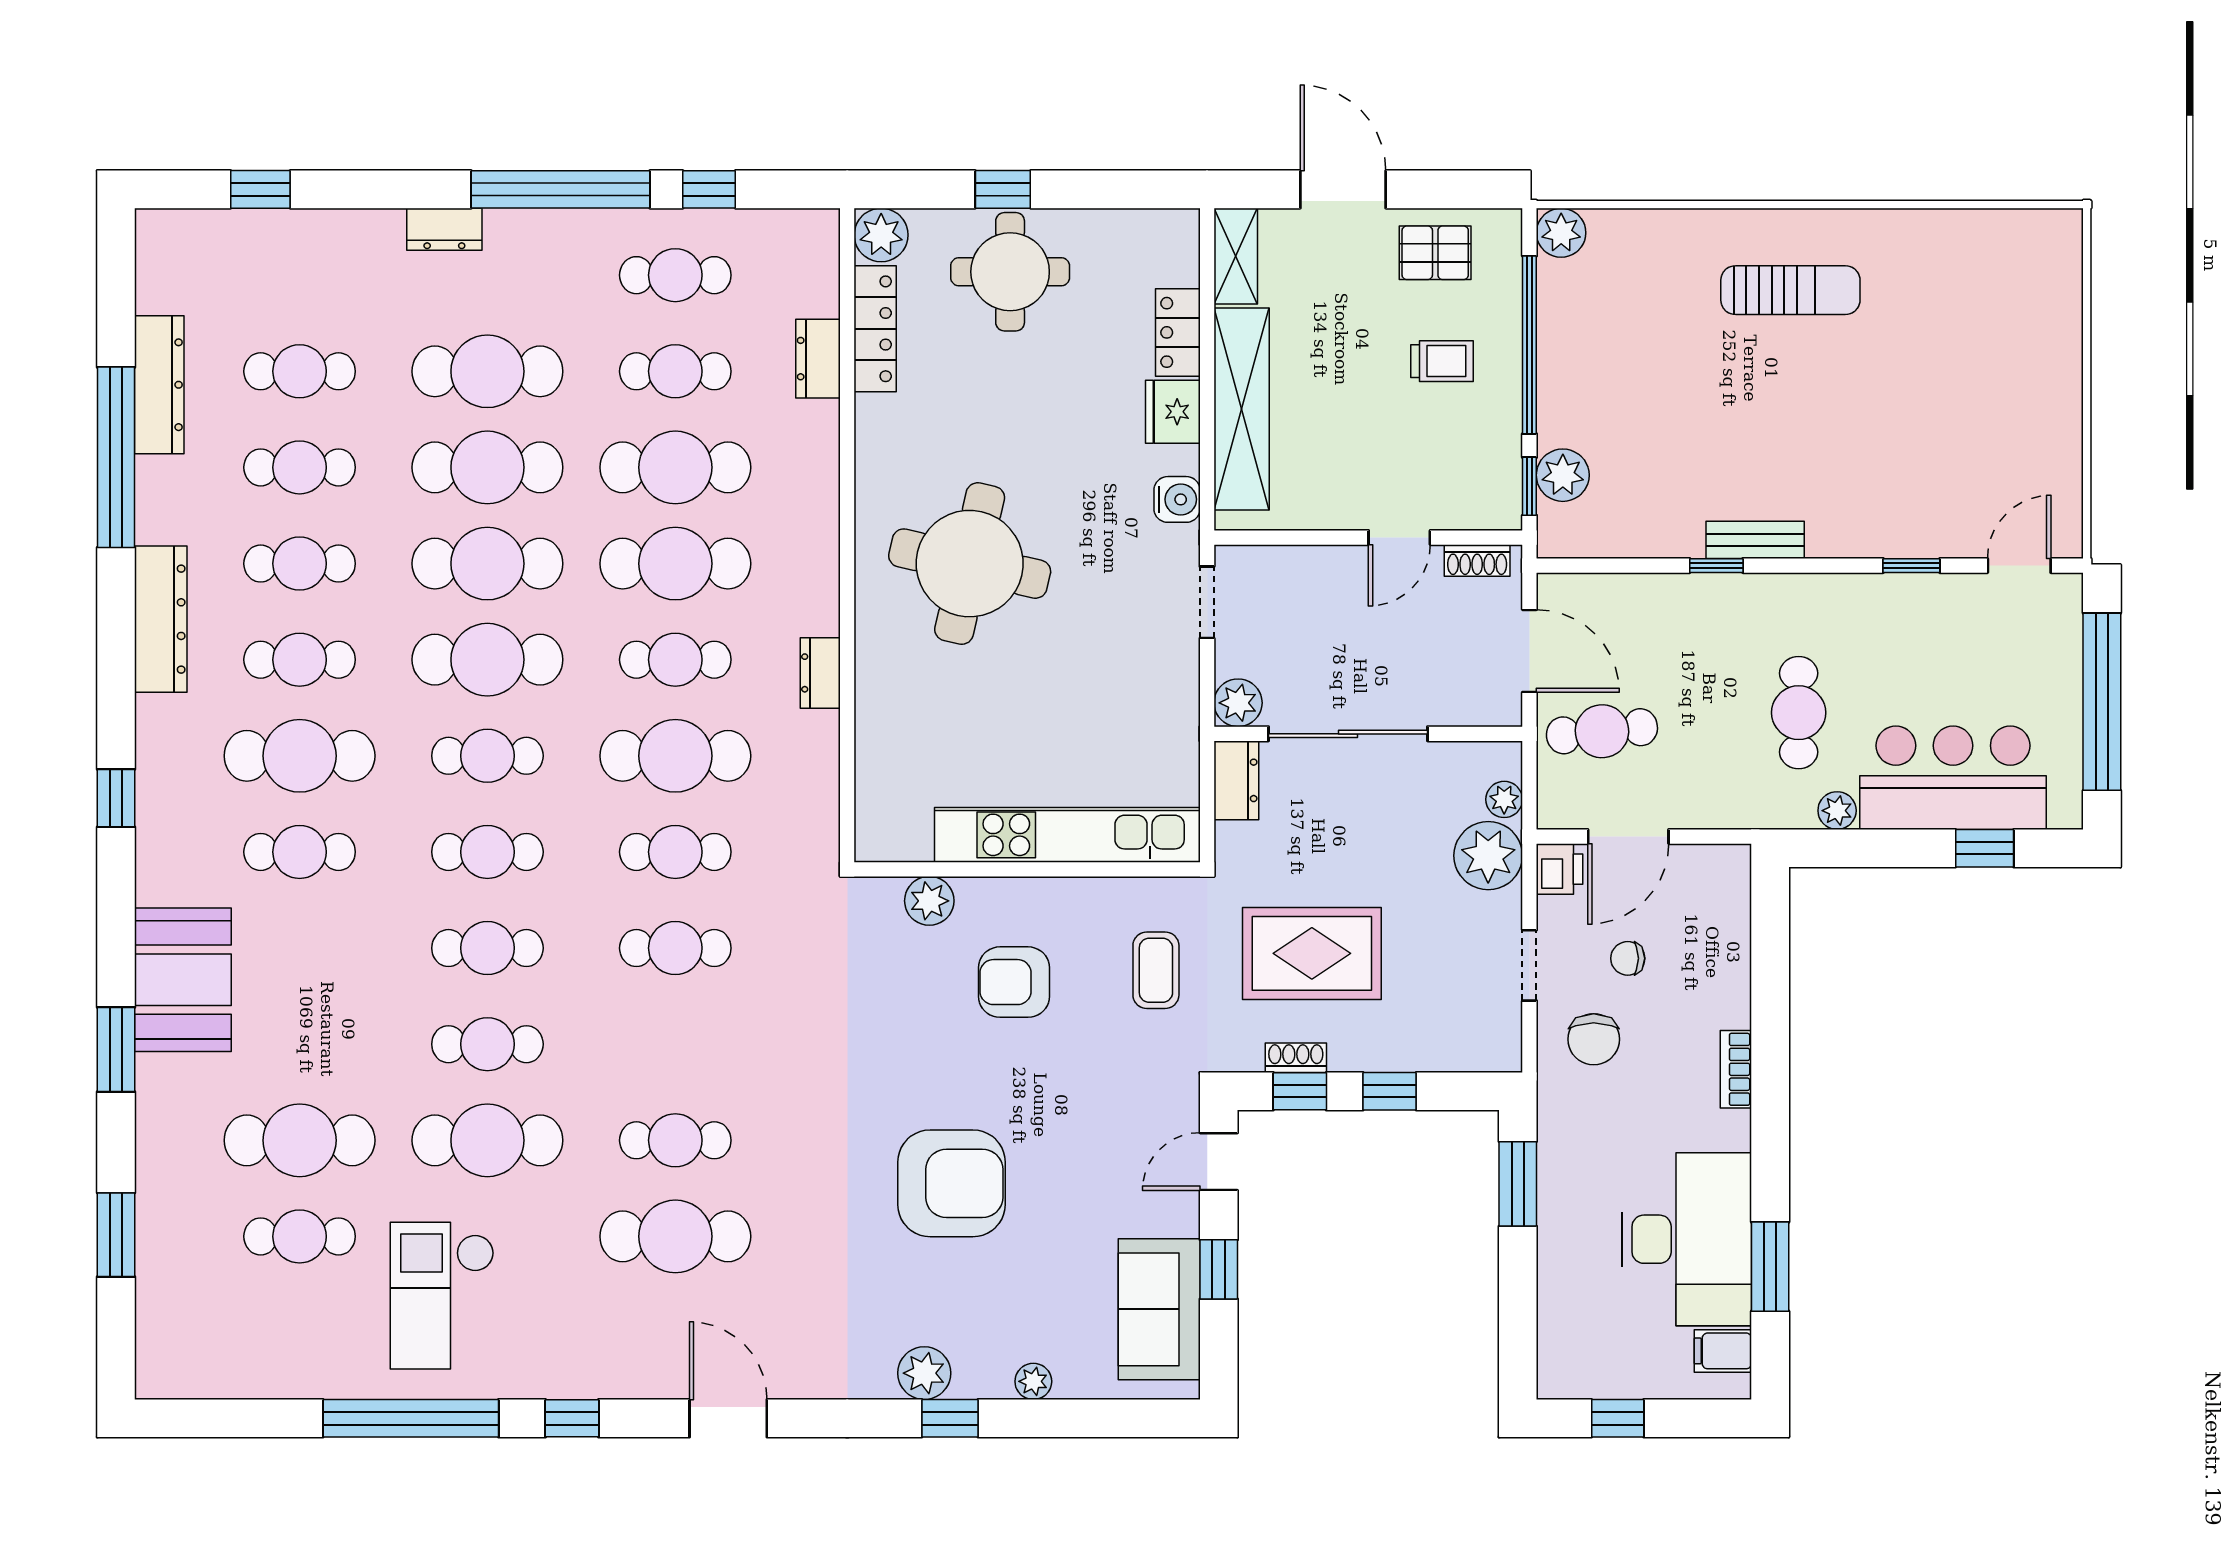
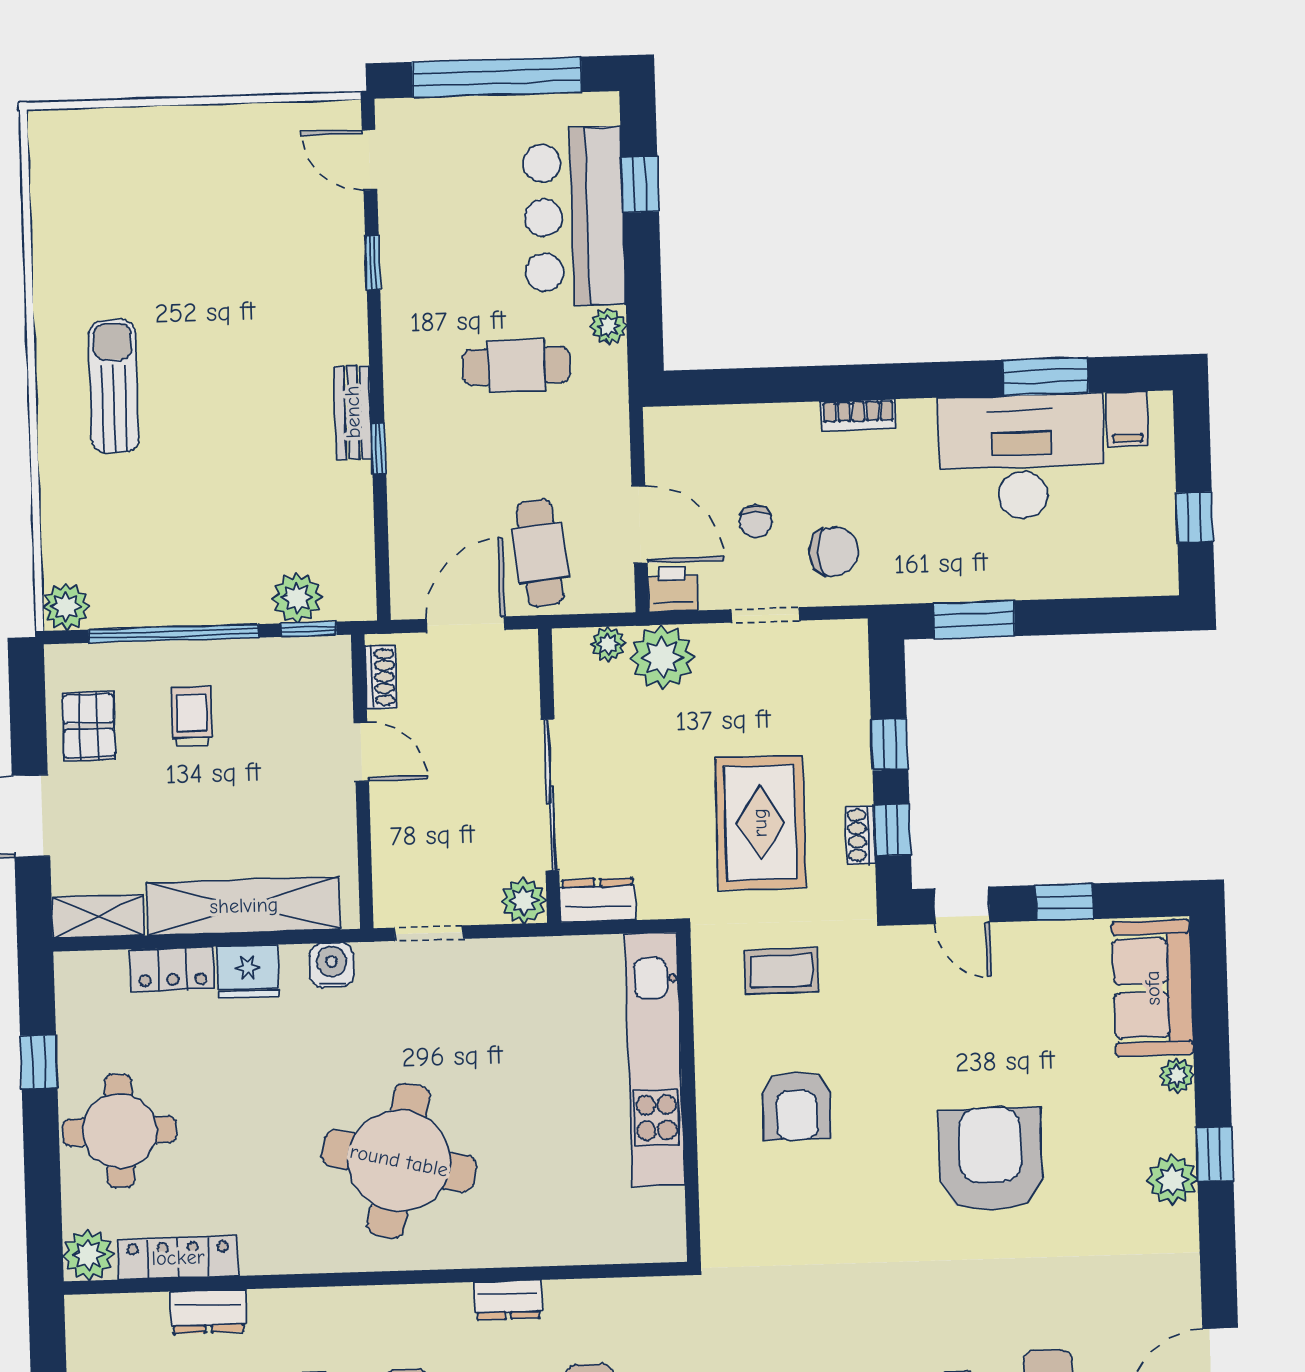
window: (1003, 189) -> (39, 1062), moved
plant: (929, 901) -> (722, 1189), removed
sofa: (1159, 1309) -> (1153, 988), moved, turned 90

